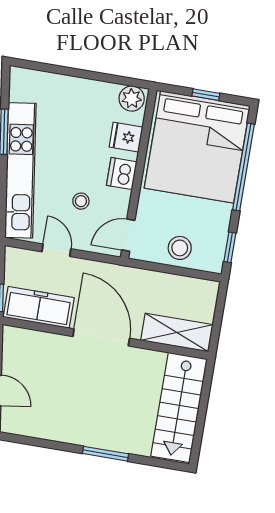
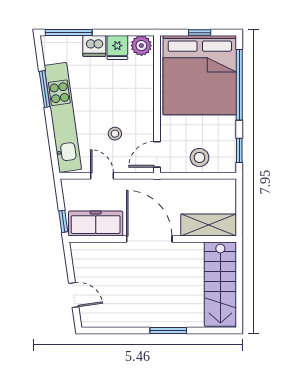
window: (45, 68) -> (69, 33), added
fridge: (126, 137) -> (117, 48), moved, turned -90
dishwasher: (122, 174) -> (94, 46), moved, turned -90

